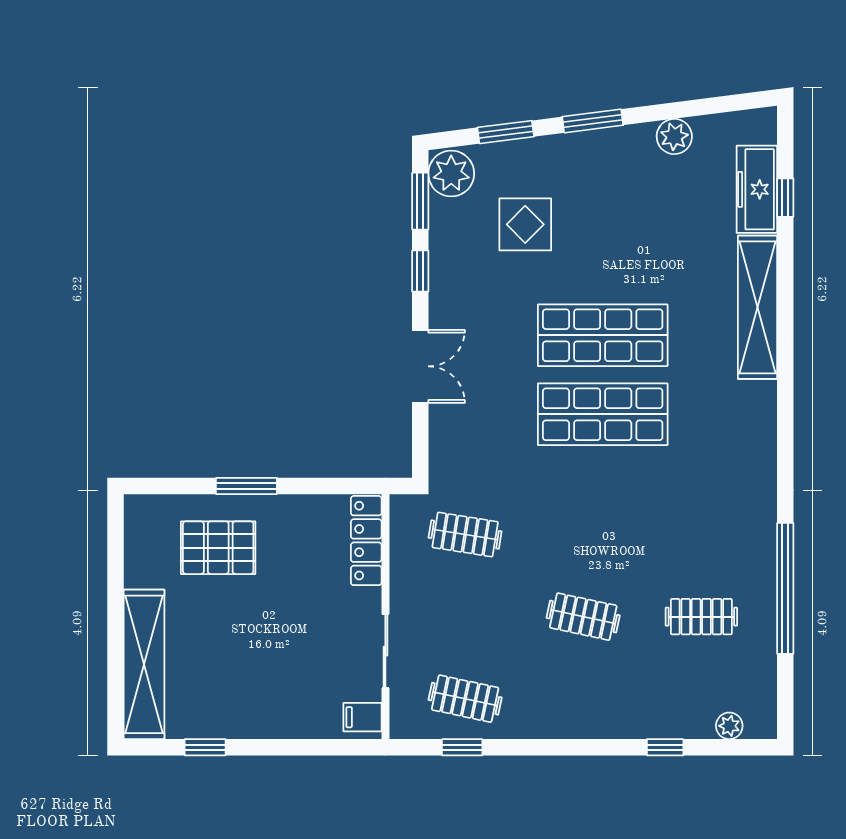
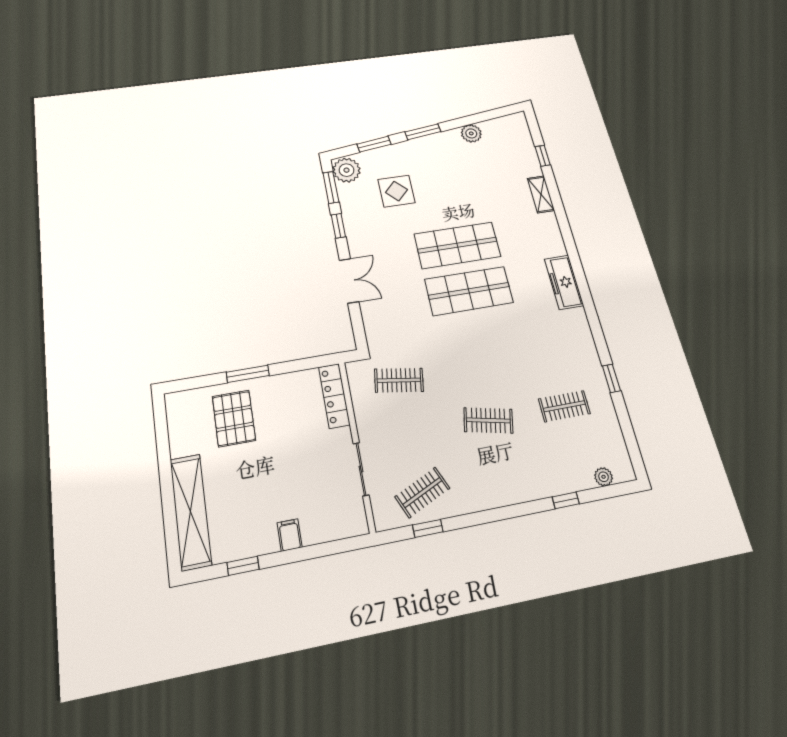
freezer: (757, 189) -> (564, 282), moved
shelving: (758, 307) -> (541, 194), width x0.45, depth x0.75
pallet: (218, 548) -> (234, 418), turned 90
window: (785, 588) -> (611, 378), width x0.32
clothes rail: (465, 699) -> (422, 492), turned -36
filing cabinet: (362, 717) -> (290, 535), moved, turned 90

